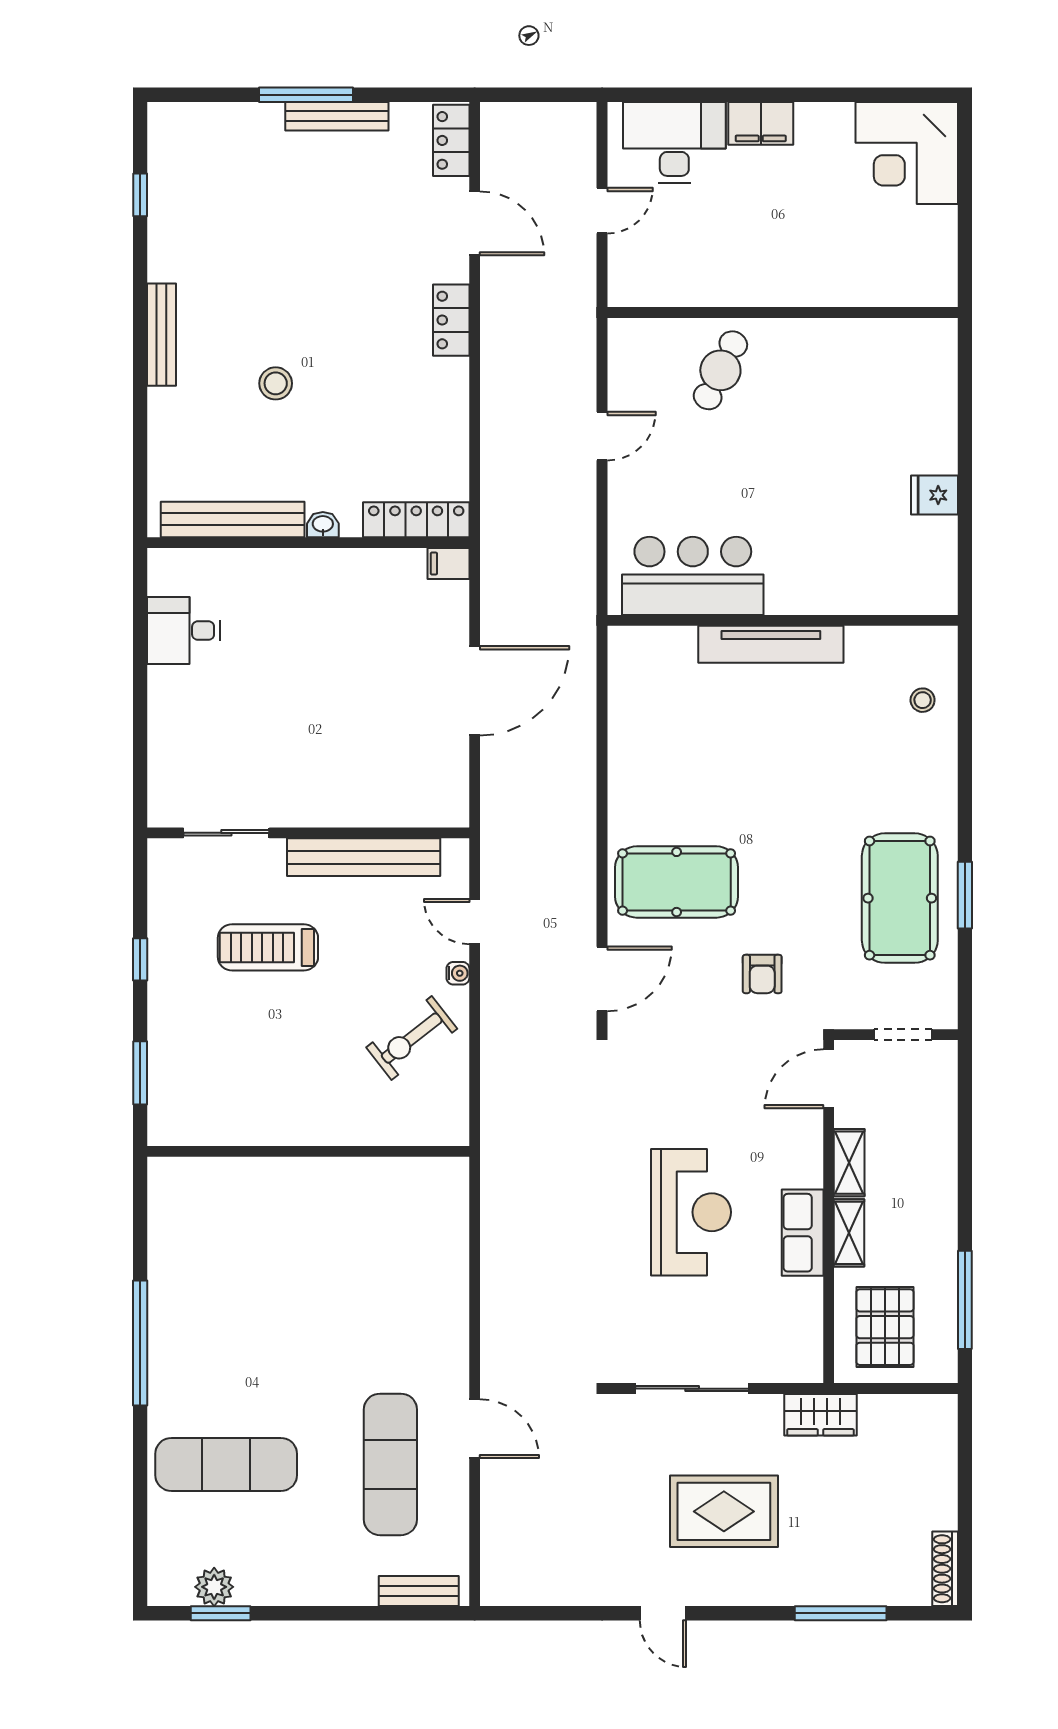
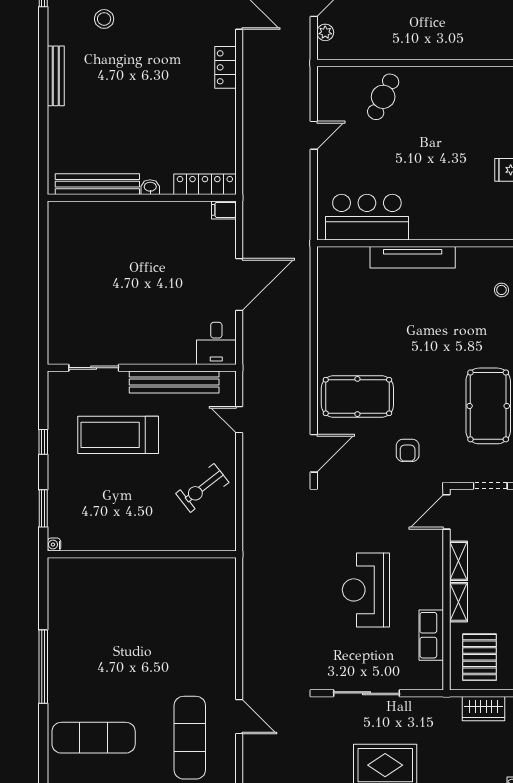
plant: (622, 260) -> (325, 32), added
stool: (276, 383) -> (104, 19), moved
desk: (183, 631) -> (216, 343), moved, turned -90
treadmill: (268, 947) -> (118, 435), width x1.37, depth x1.38
water cooler: (458, 973) -> (54, 545), moved, turned 180
reception desk: (691, 1212) -> (366, 590), turned 180
row of seats: (803, 1233) -> (431, 635), moved
wardrobe: (820, 1415) -> (483, 709), moved

